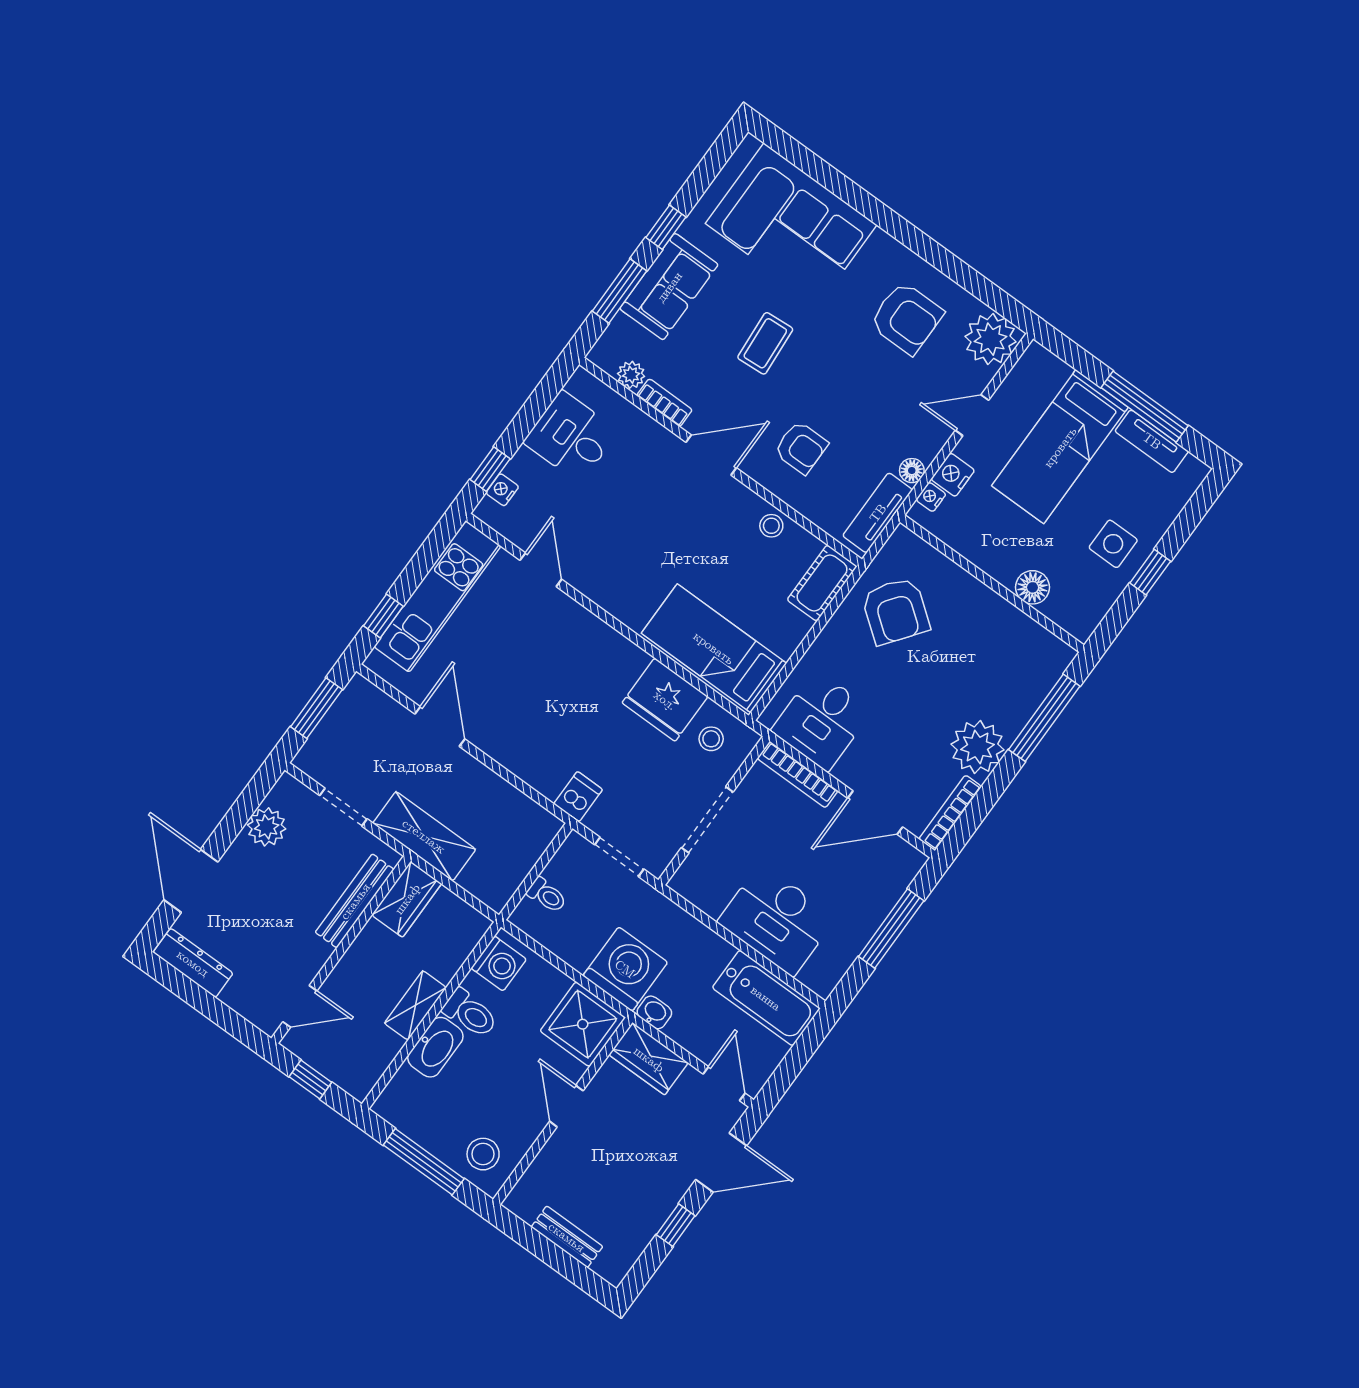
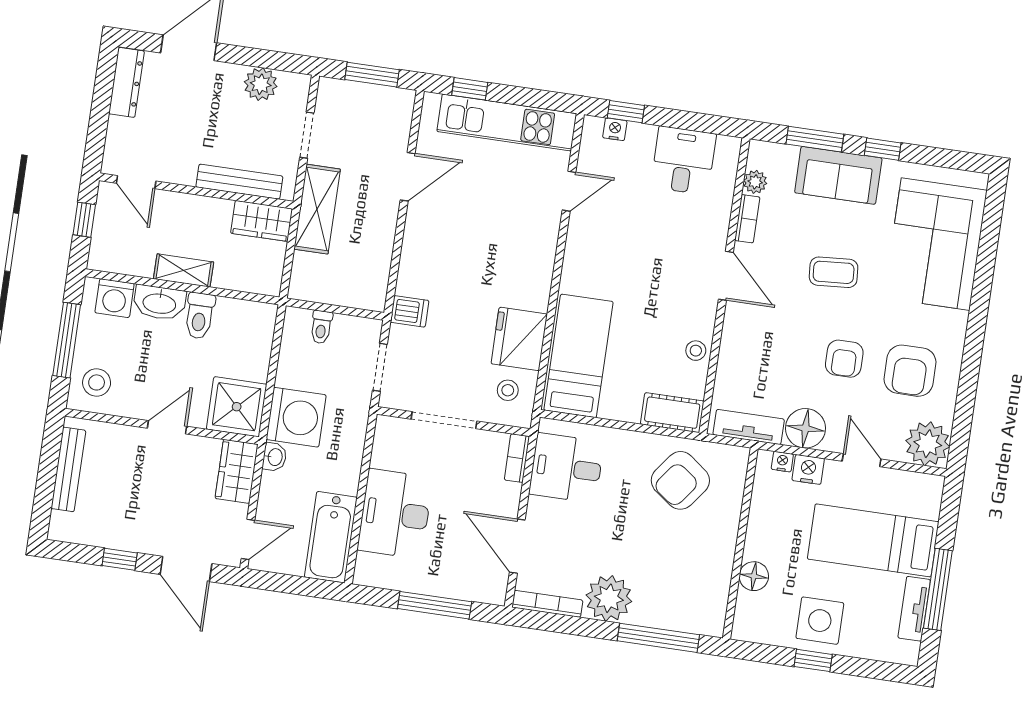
armchair: (801, 448) -> (844, 359), moved
floor lamp: (912, 471) -> (805, 428), width x1.89, depth x1.89
side table: (1113, 544) -> (820, 621), width x1.37, depth x1.37
bookcase: (798, 775) -> (517, 458), width x0.64
washing machine: (499, 964) -> (115, 298), moved
bench: (567, 1237) -> (68, 469), width x1.36

